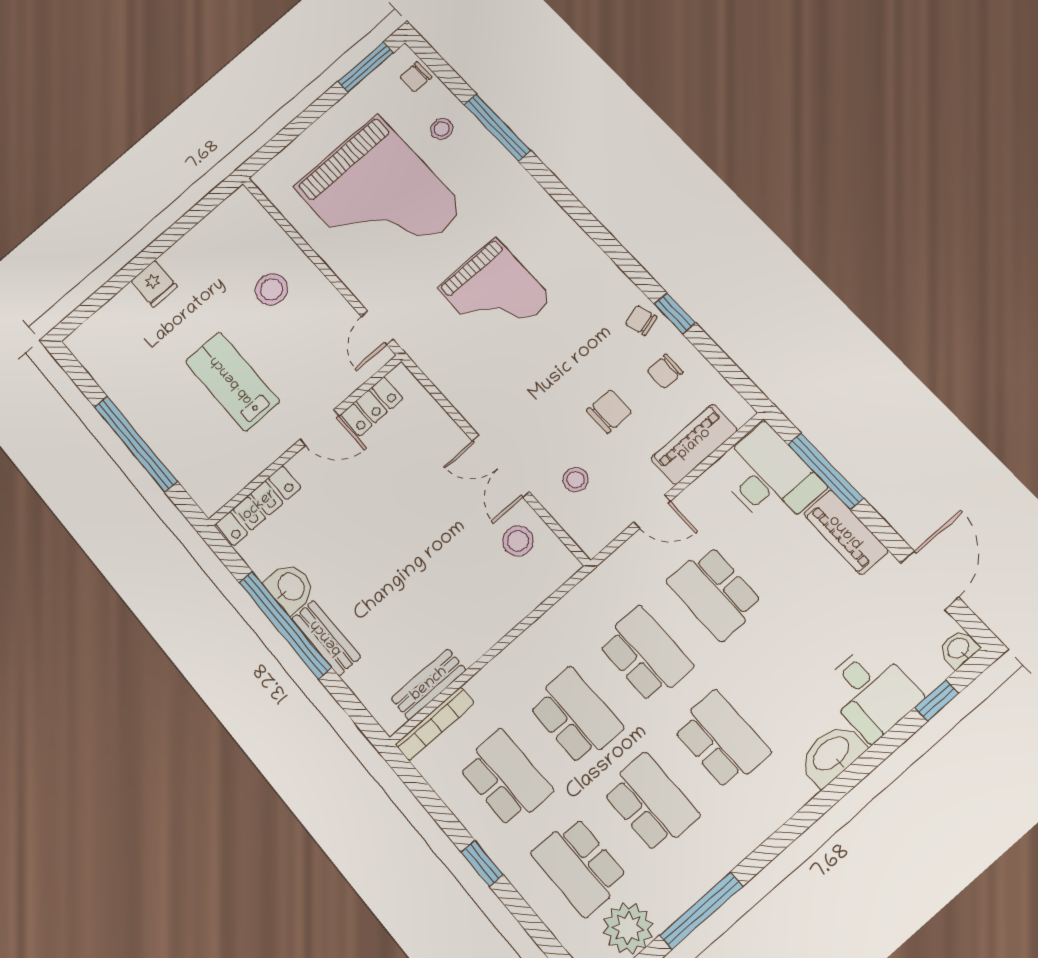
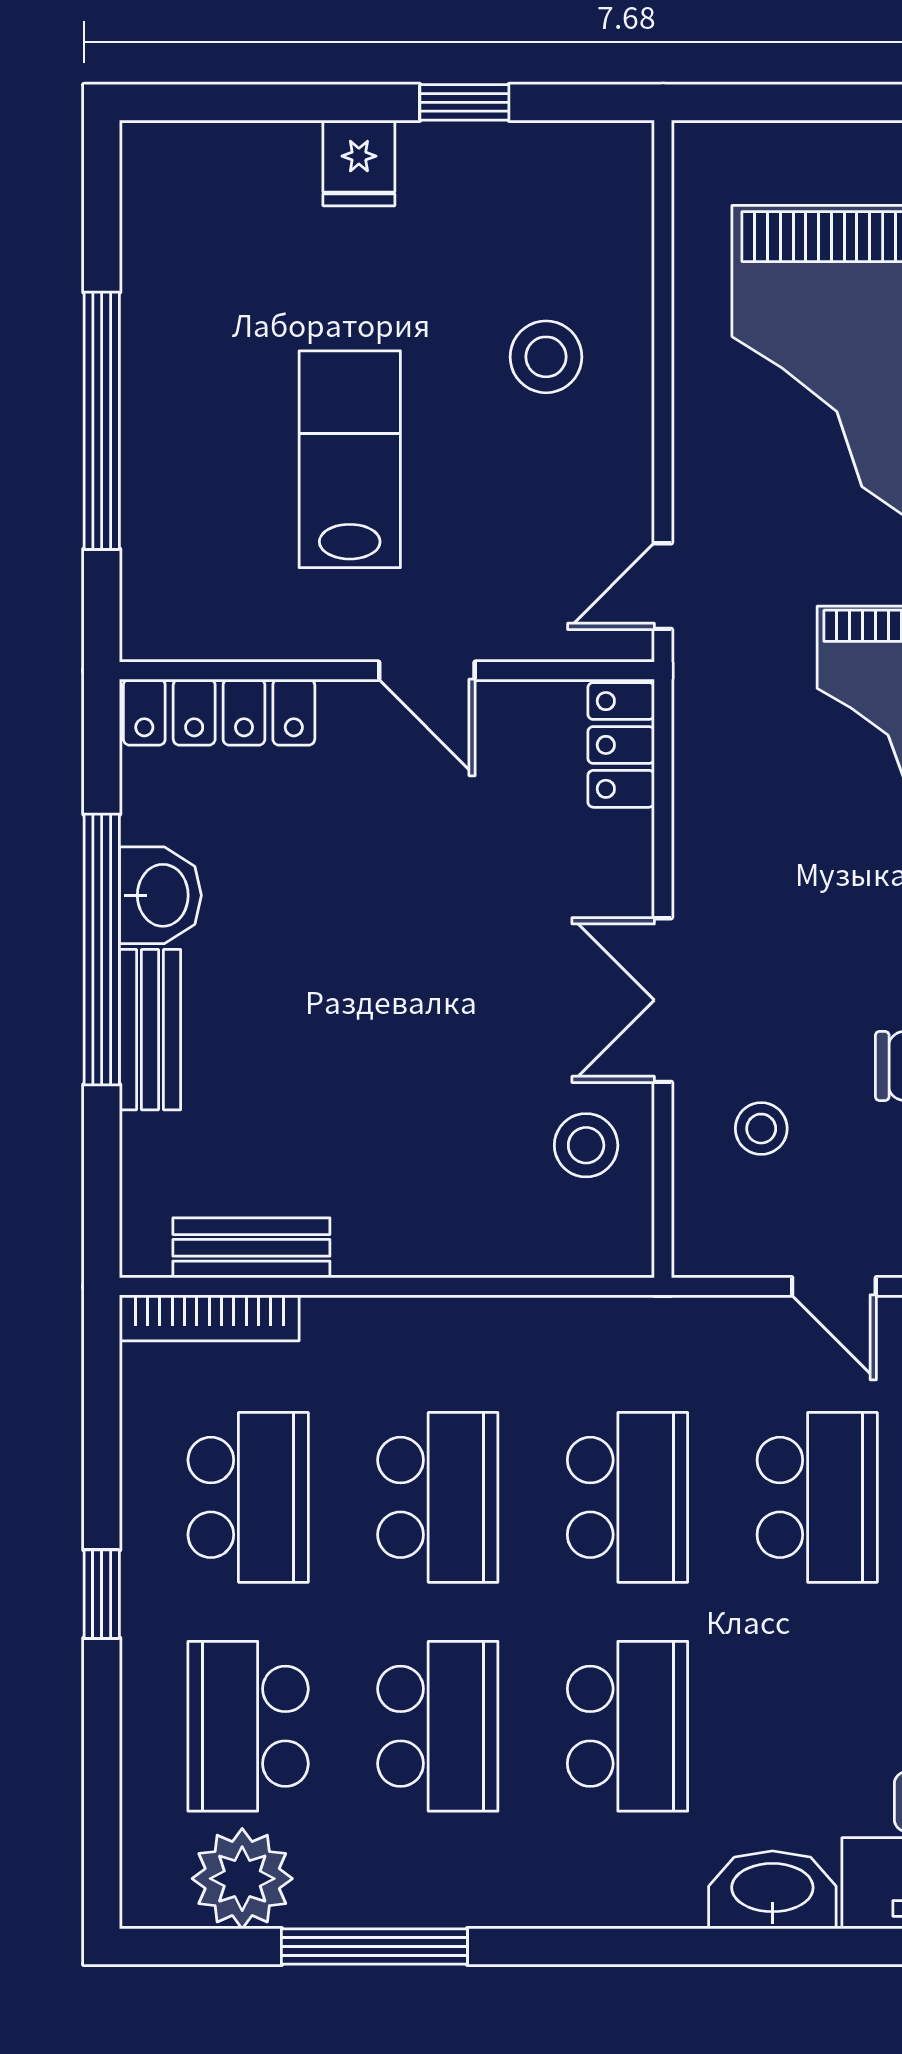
window: (174, 234) -> (464, 102), added
locker: (372, 406) -> (621, 745), moved, turned 90
school desk: (715, 593) -> (817, 1497), turned 180

